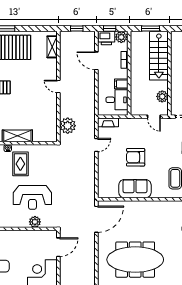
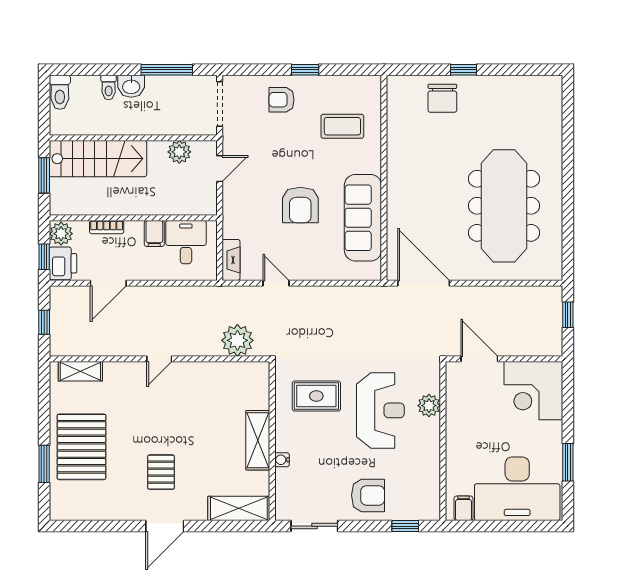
rug: (20, 164) -> (316, 396), moved
sofa: (135, 189) -> (363, 218), width x1.36

